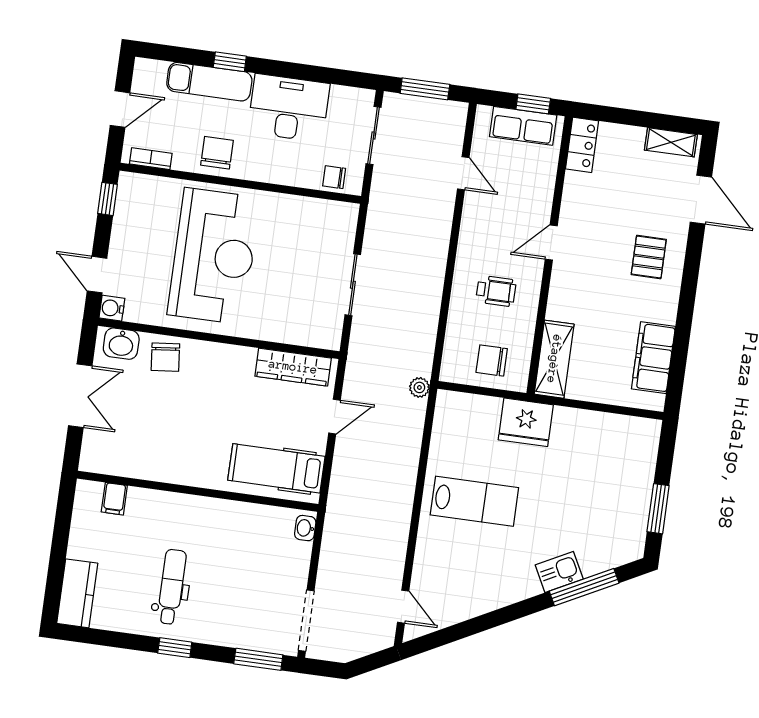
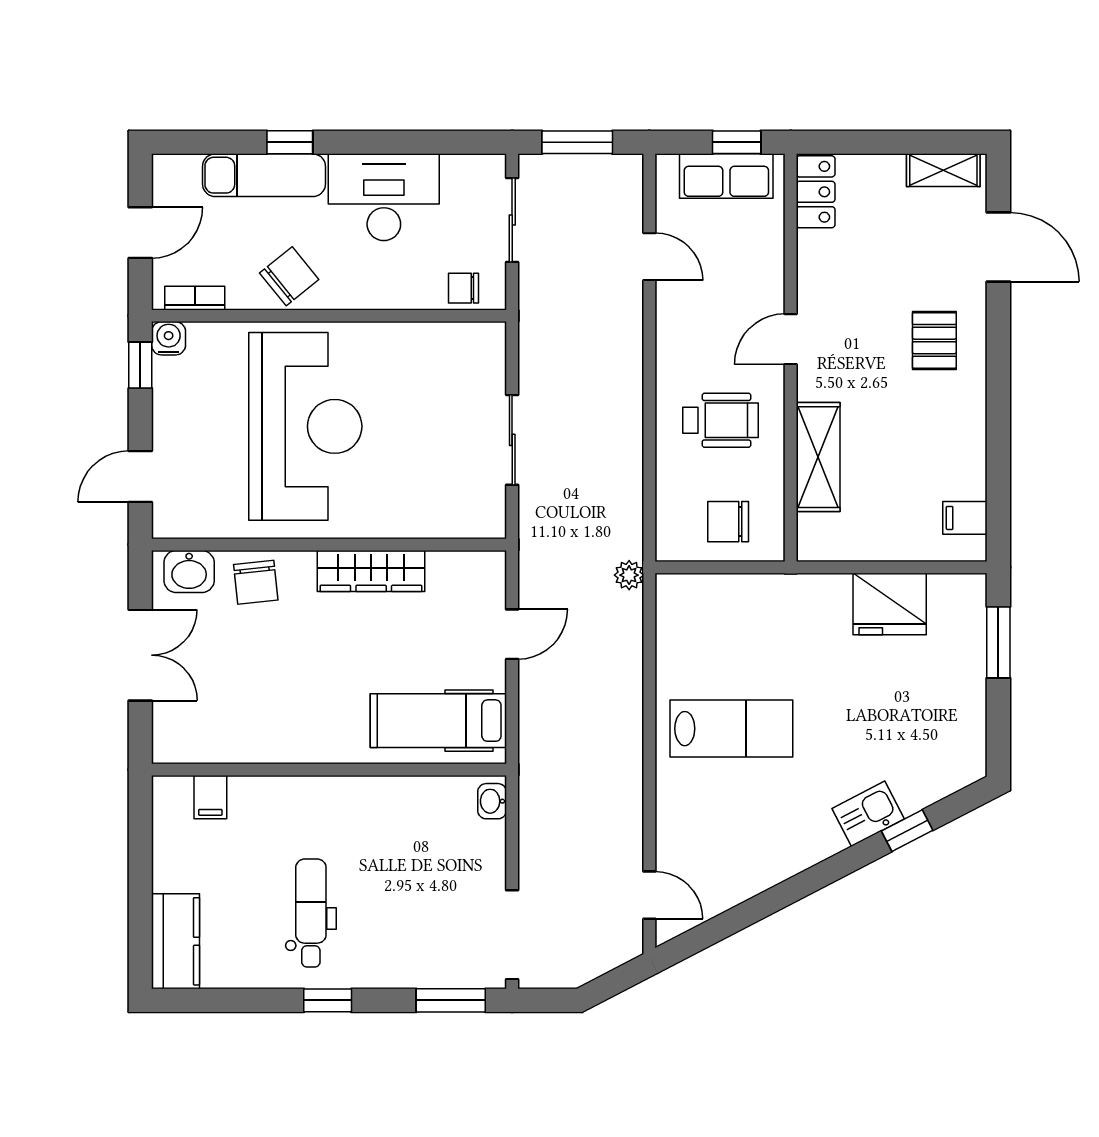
chair: (217, 153) -> (289, 276), turned 51
door: (97, 275) -> (140, 476), hinge flipped
wheelchair: (496, 291) -> (720, 420), width x1.36, depth x1.37
water cooler: (112, 308) -> (169, 338), moved, turned 90
filing cabinet: (653, 358) -> (965, 518), width x0.33, depth x0.86
shelving: (554, 359) -> (818, 457), moved
wardrobe: (293, 367) -> (371, 571), moved
fridge: (526, 422) -> (890, 604), moved
window: (658, 509) -> (998, 642), moved
window: (584, 587) -> (907, 831), width x0.46

